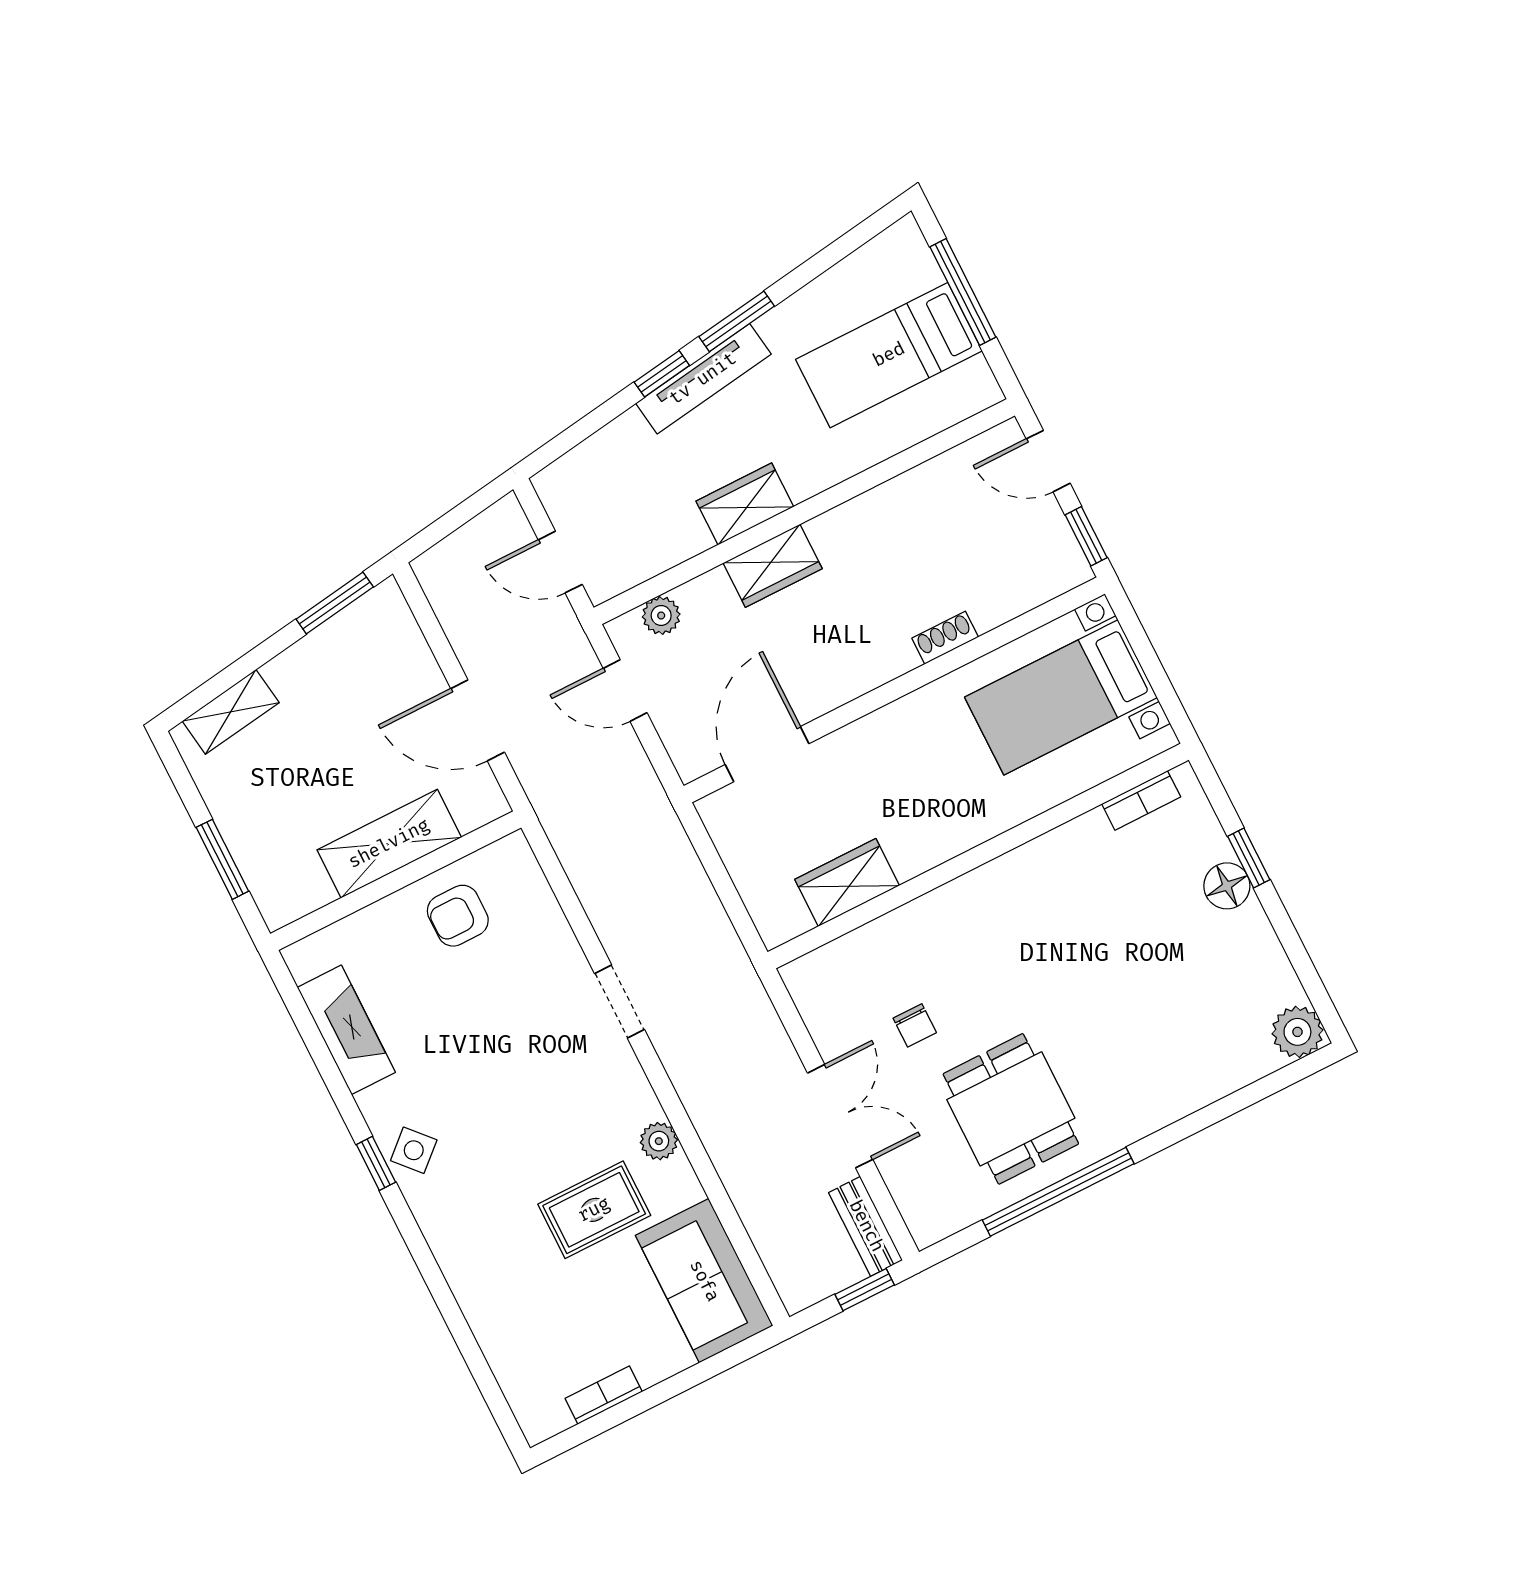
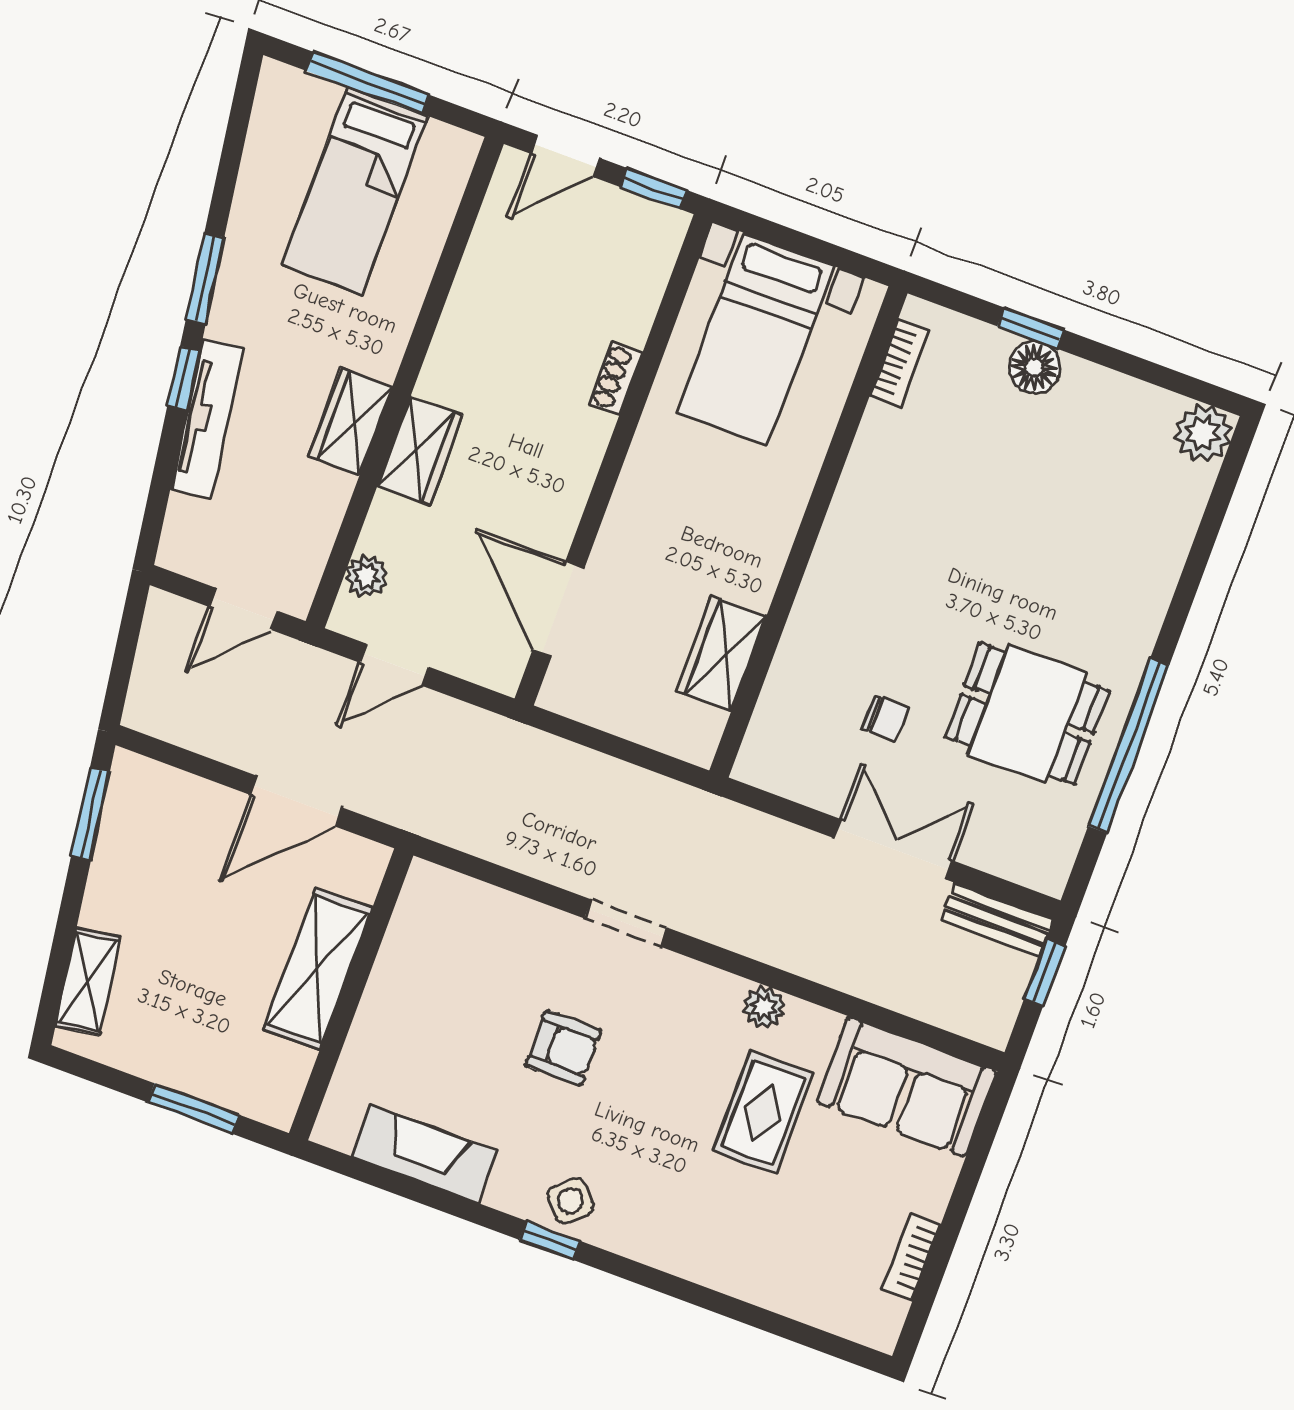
tv unit: (703, 379) -> (207, 418), moved
armchair: (458, 916) -> (564, 1048), moved, turned -90

